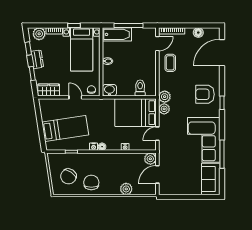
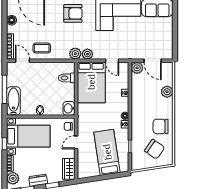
armchair: (205, 94) -> (73, 13), turned -90

